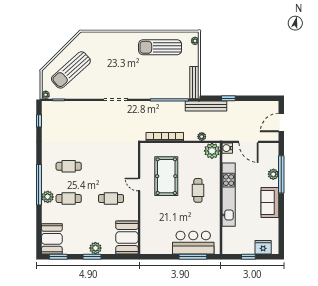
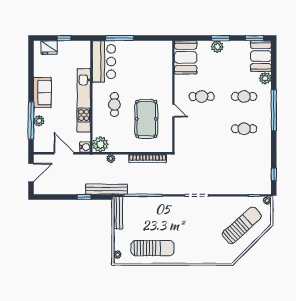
plant: (48, 197) -> (265, 78), moved
bar counter: (193, 243) -> (104, 61), moved, turned -90

